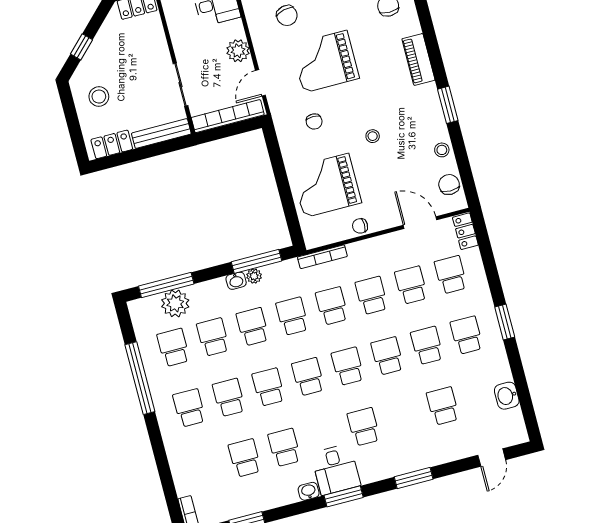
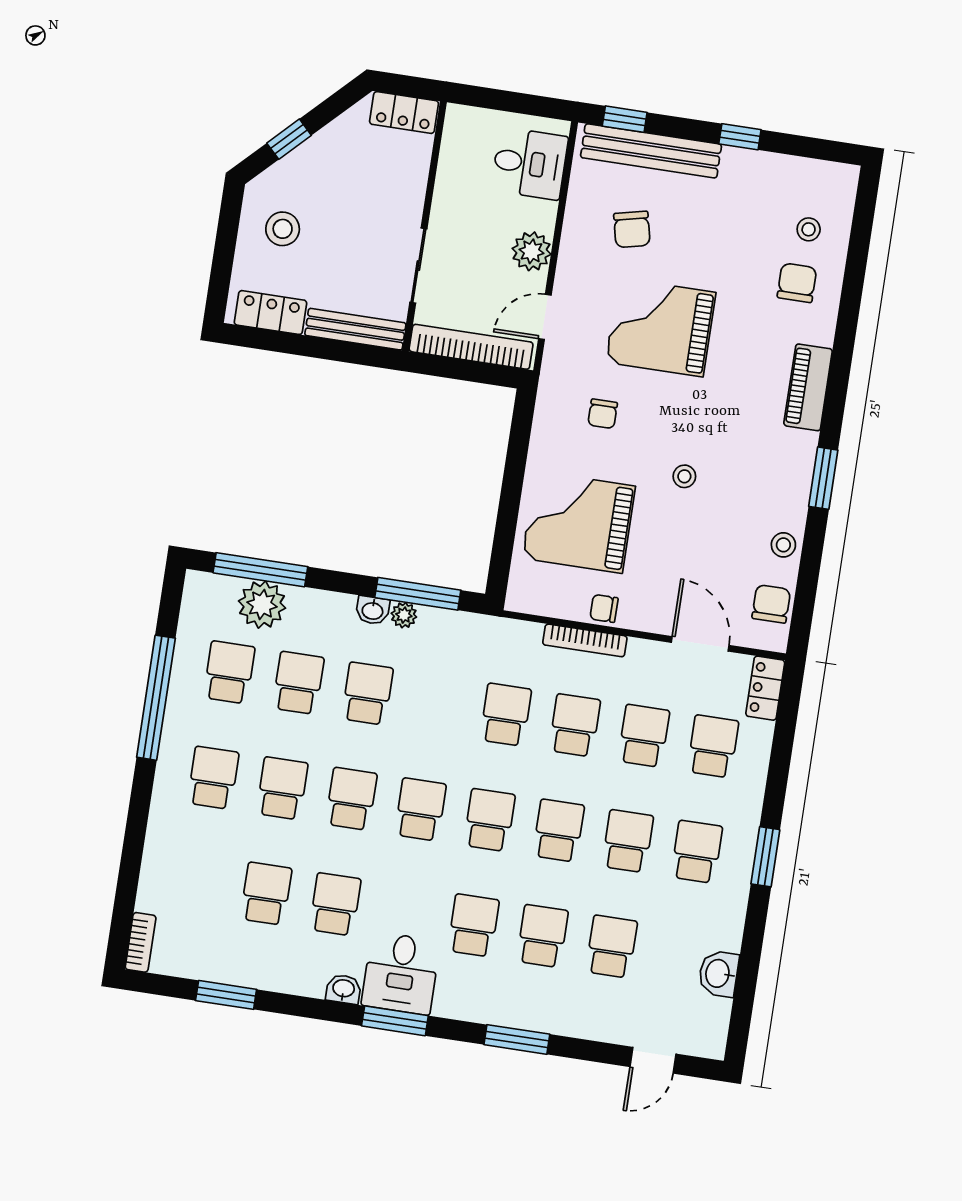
bookcase: (322, 257) -> (585, 640), moved
school desk: (292, 316) -> (542, 936), moved

